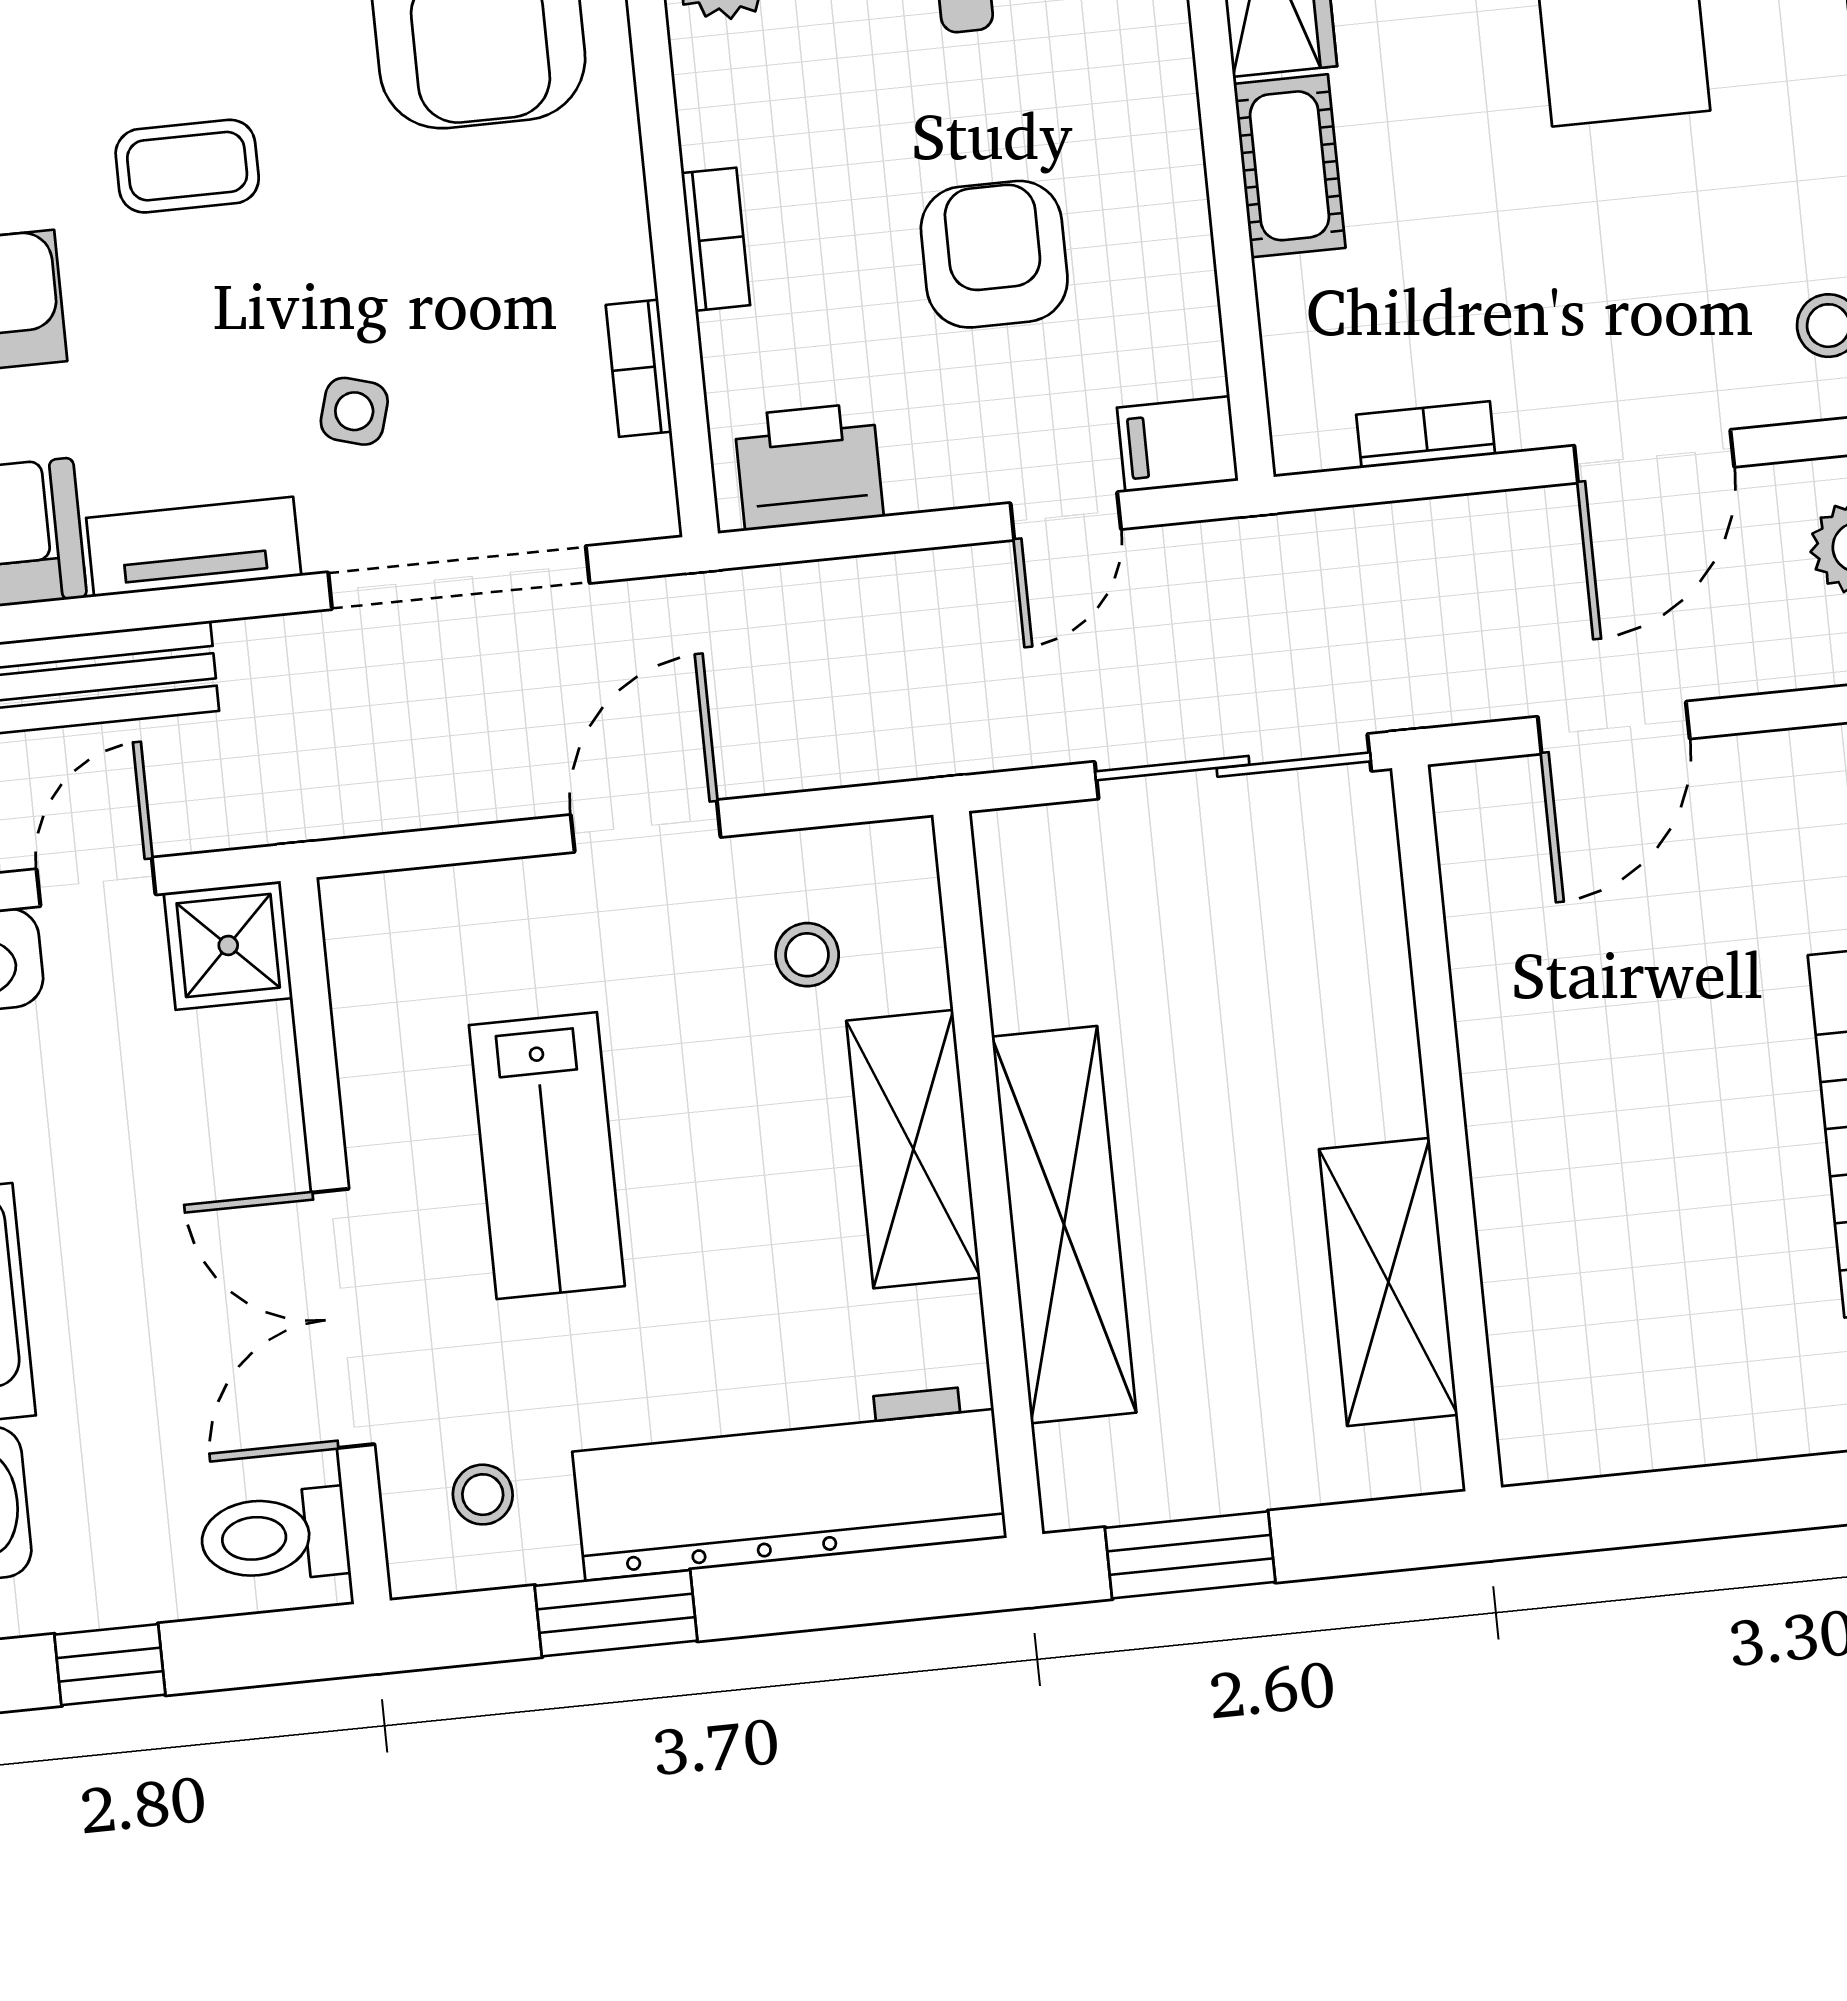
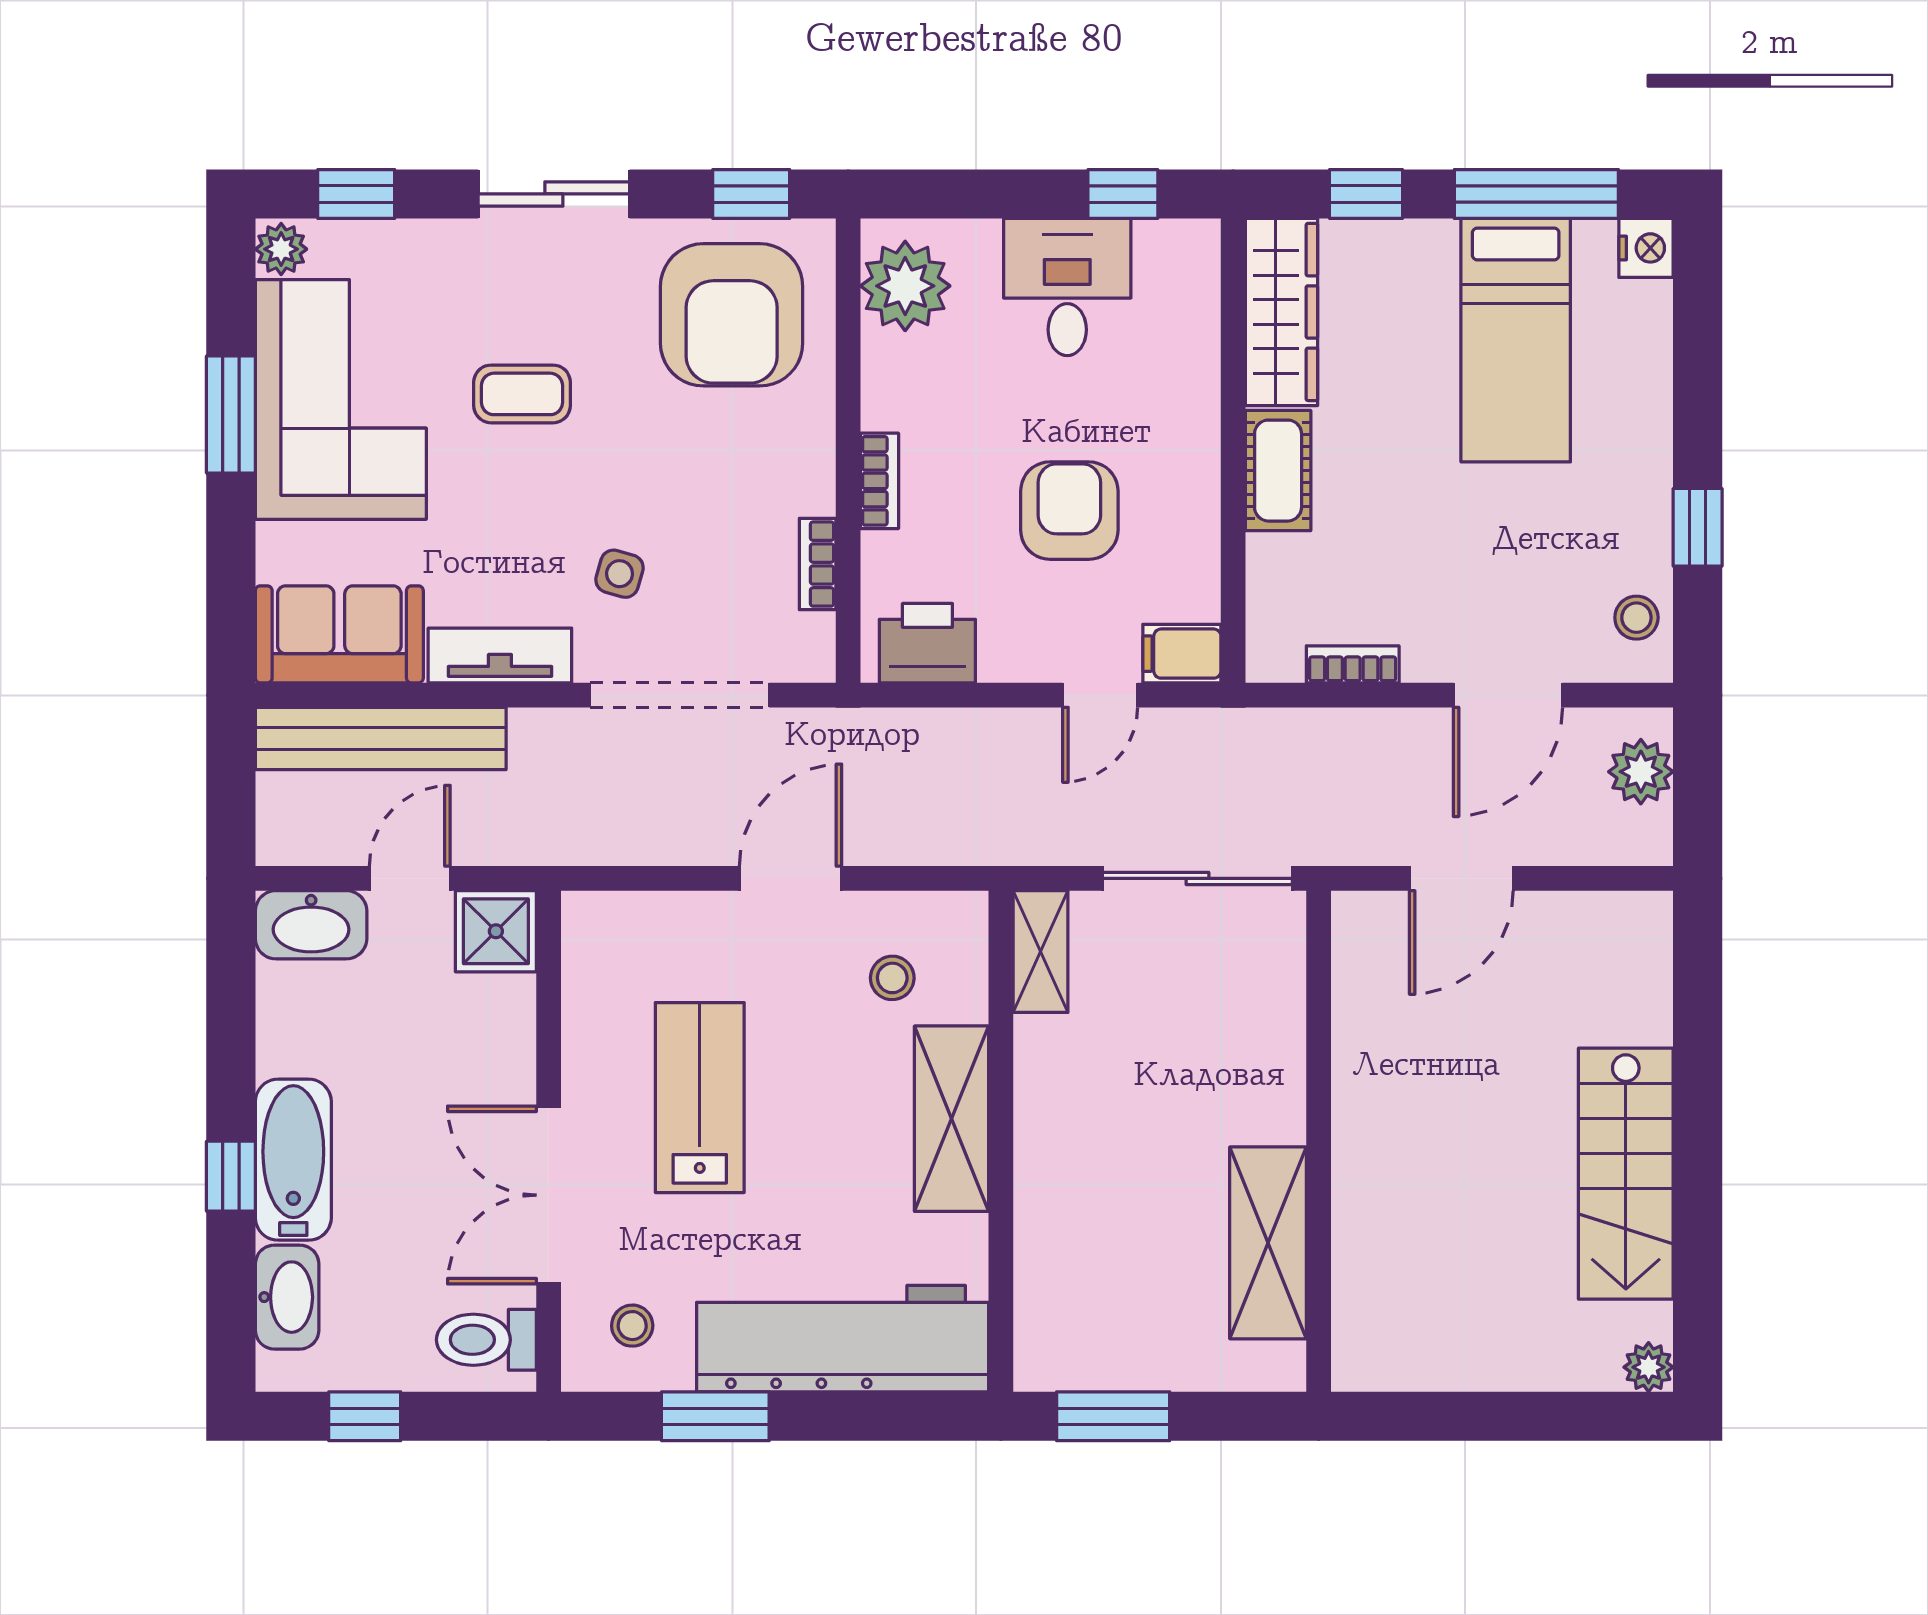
lab bench: (547, 1156) -> (700, 1098), turned 180
shelving: (1064, 1225) -> (1041, 952), moved, width x0.45, depth x0.75

